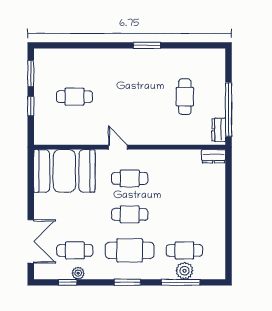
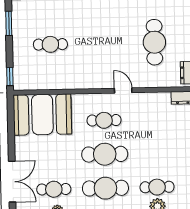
cafe table: (185, 97) -> (154, 42), width x1.37, depth x1.35
window: (31, 106) -> (10, 77), moved
door: (118, 147) -> (123, 90), moved
cafe table: (130, 214) -> (105, 154), width x1.37, depth x1.35

